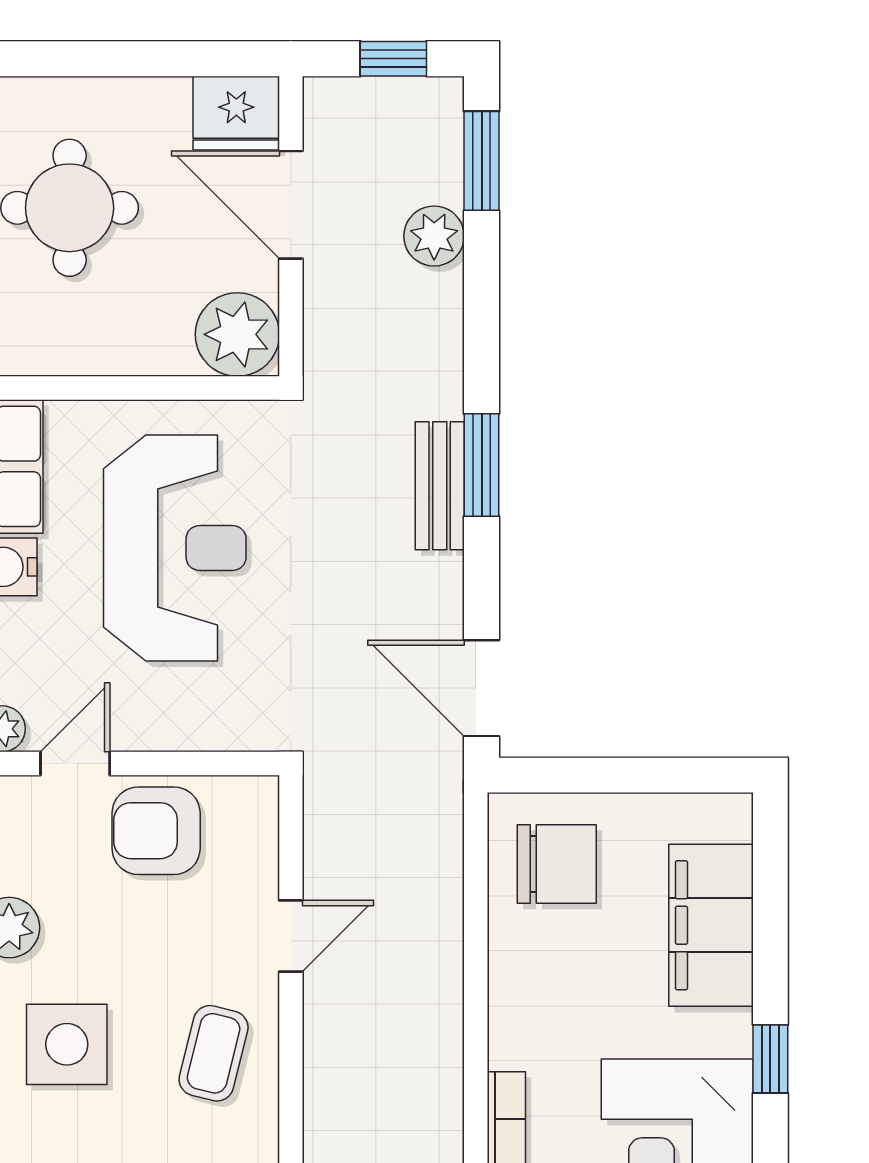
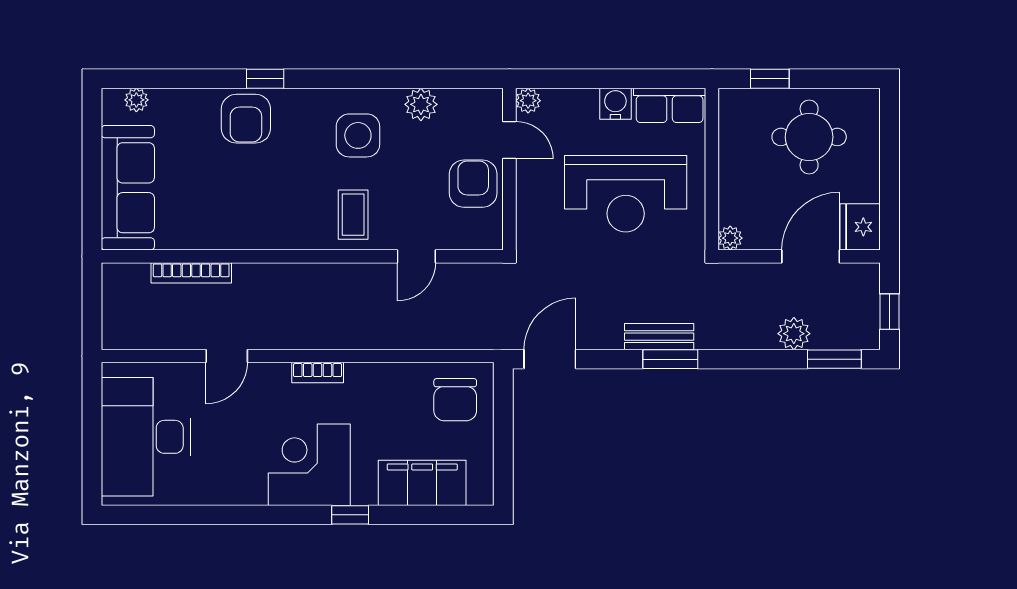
plant: (237, 334) -> (730, 238), width x0.53, depth x0.53
door: (291, 936) -> (416, 256), hinge flipped
coffee table: (214, 1053) -> (353, 215), turned 76

